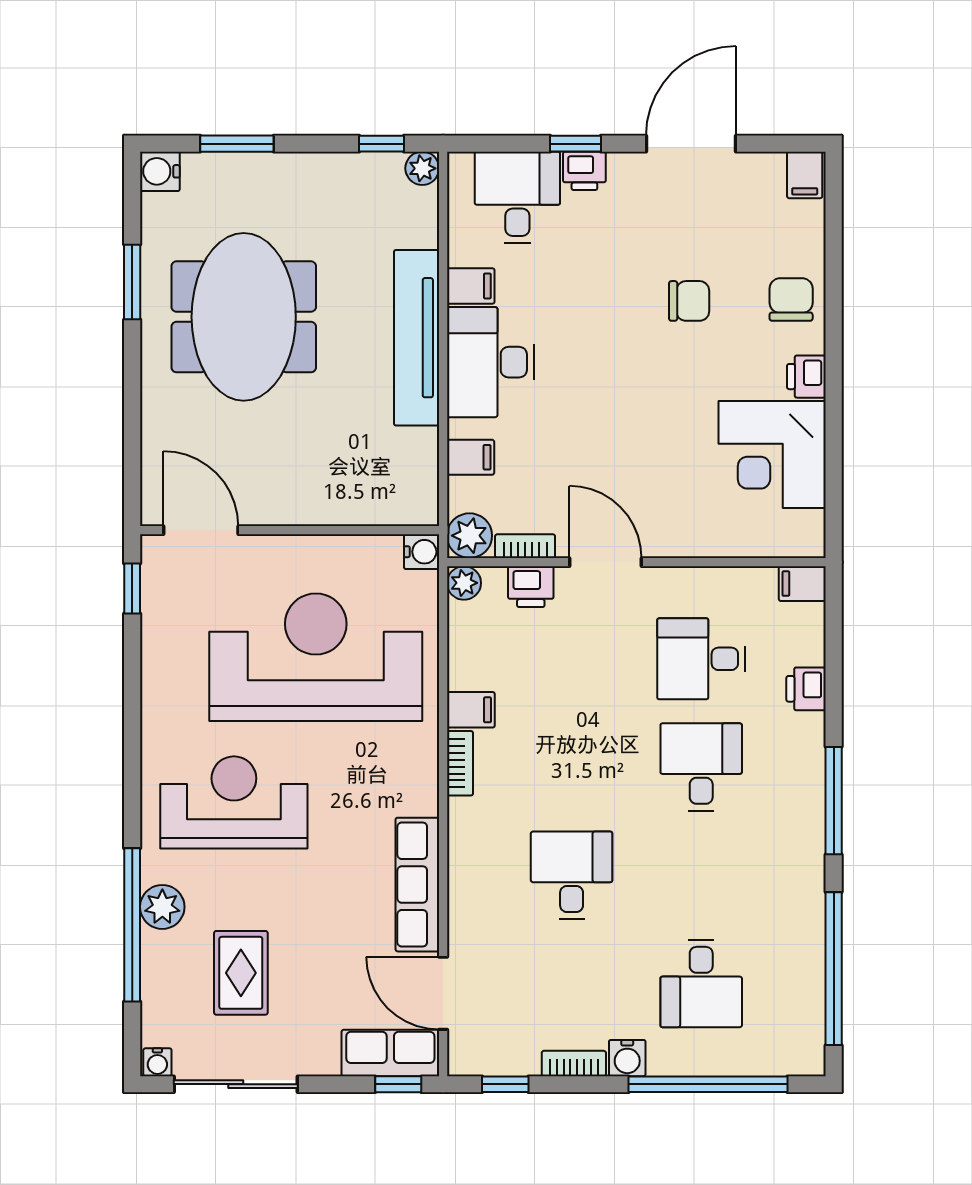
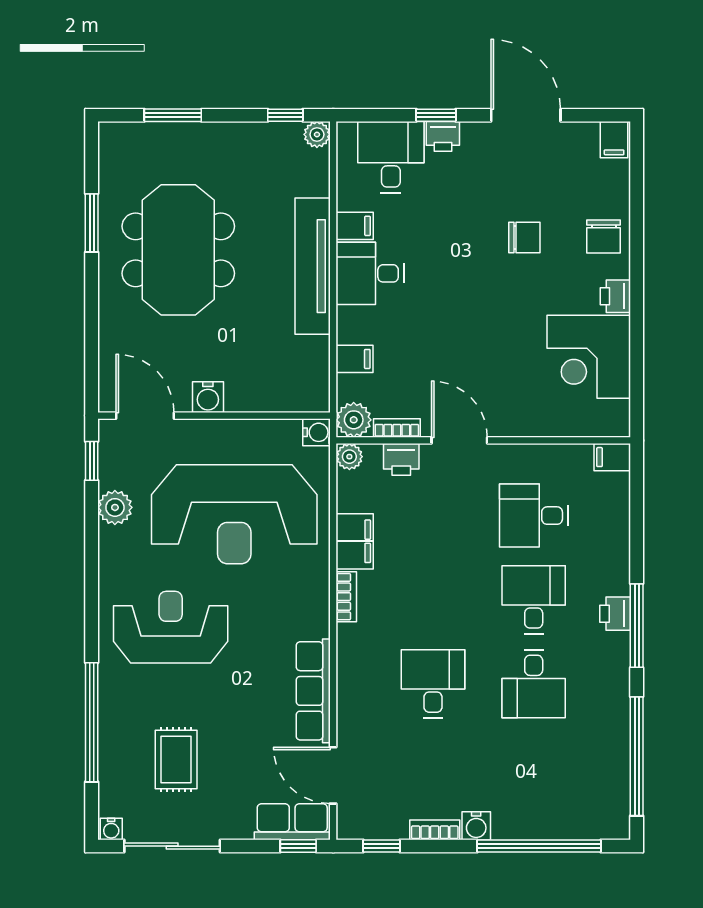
door: (691, 144) -> (526, 115), hinge flipped
water cooler: (160, 171) -> (208, 397), moved, turned -90
chair: (791, 300) -> (604, 236), turned 180
desk: (490, 362) -> (370, 273), width x0.73
reception desk: (316, 657) -> (234, 514), turned 180
printer: (806, 689) -> (615, 614), moved
filing cabinet: (471, 710) -> (355, 541), width x2.00
plant: (162, 907) -> (115, 507), moved
desk: (701, 983) -> (534, 684), moved

